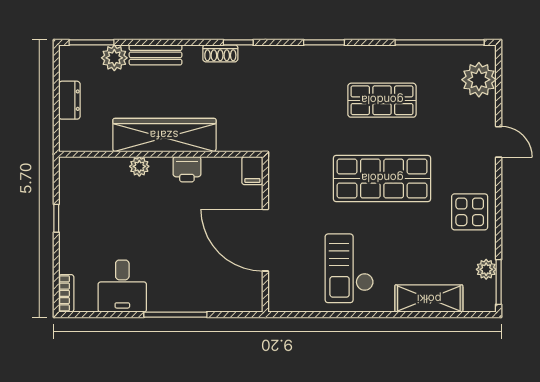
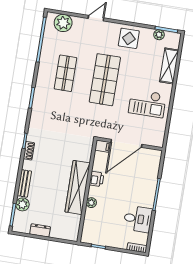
wardrobe: (164, 135) -> (78, 187), moved
wall: (161, 154) -> (87, 191), moved
plant: (139, 166) -> (91, 203), moved
printer: (187, 169) -> (97, 179), moved
filing cabinet: (252, 171) -> (103, 146), moved

